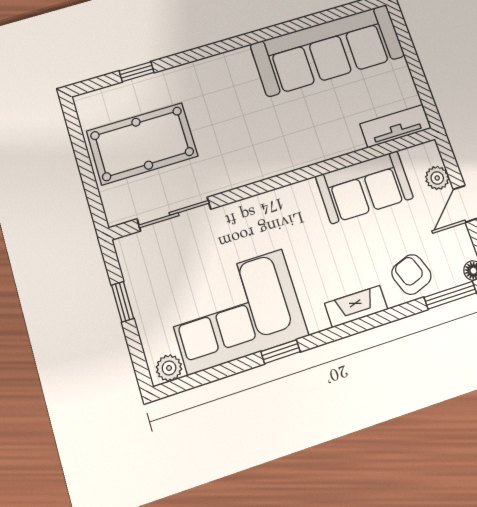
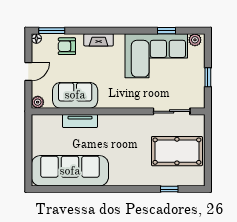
tv unit: (395, 126) -> (80, 121), moved
plant: (437, 178) -> (38, 102), moved
armchair: (411, 274) -> (67, 46), turned 110
window: (281, 352) -> (166, 31), moved

